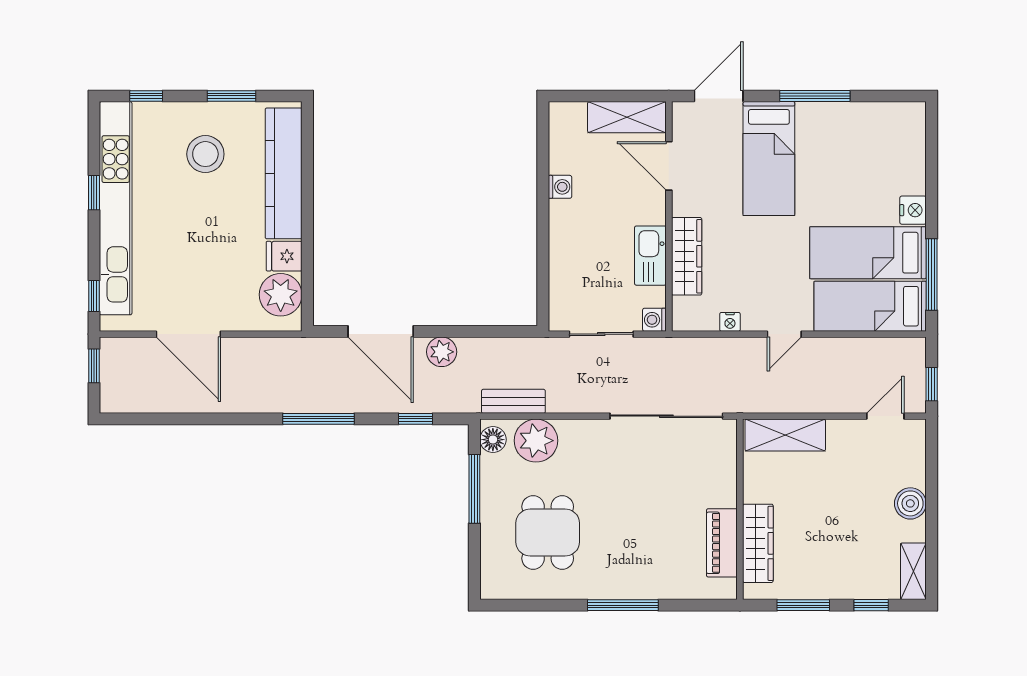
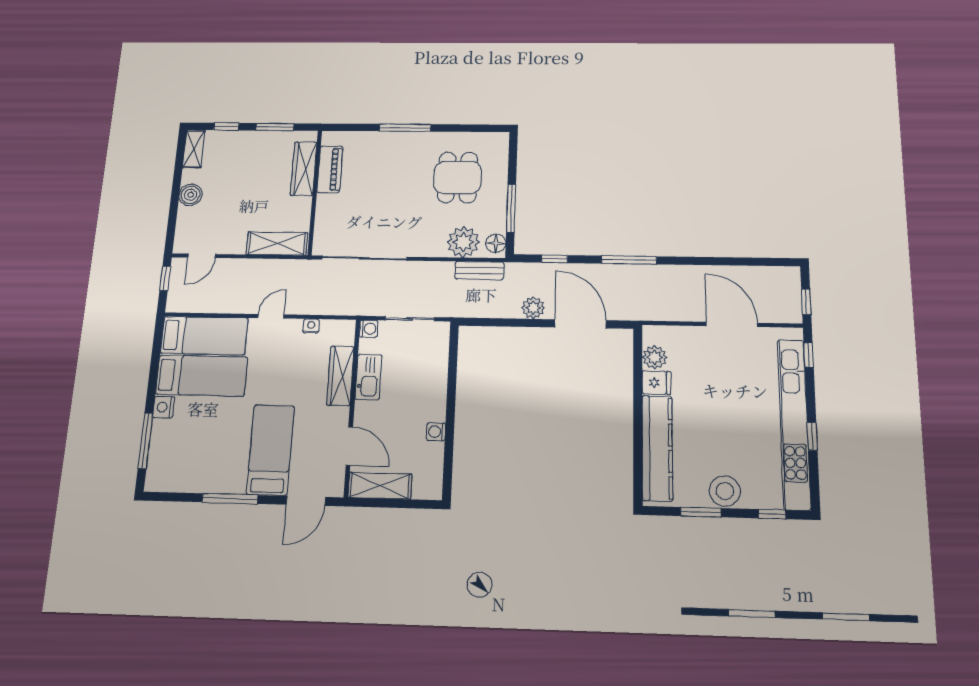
stool: (205, 154) -> (725, 491), moved
window: (932, 274) -> (145, 441), moved
plant: (281, 295) -> (655, 357), width x0.73, depth x0.73

